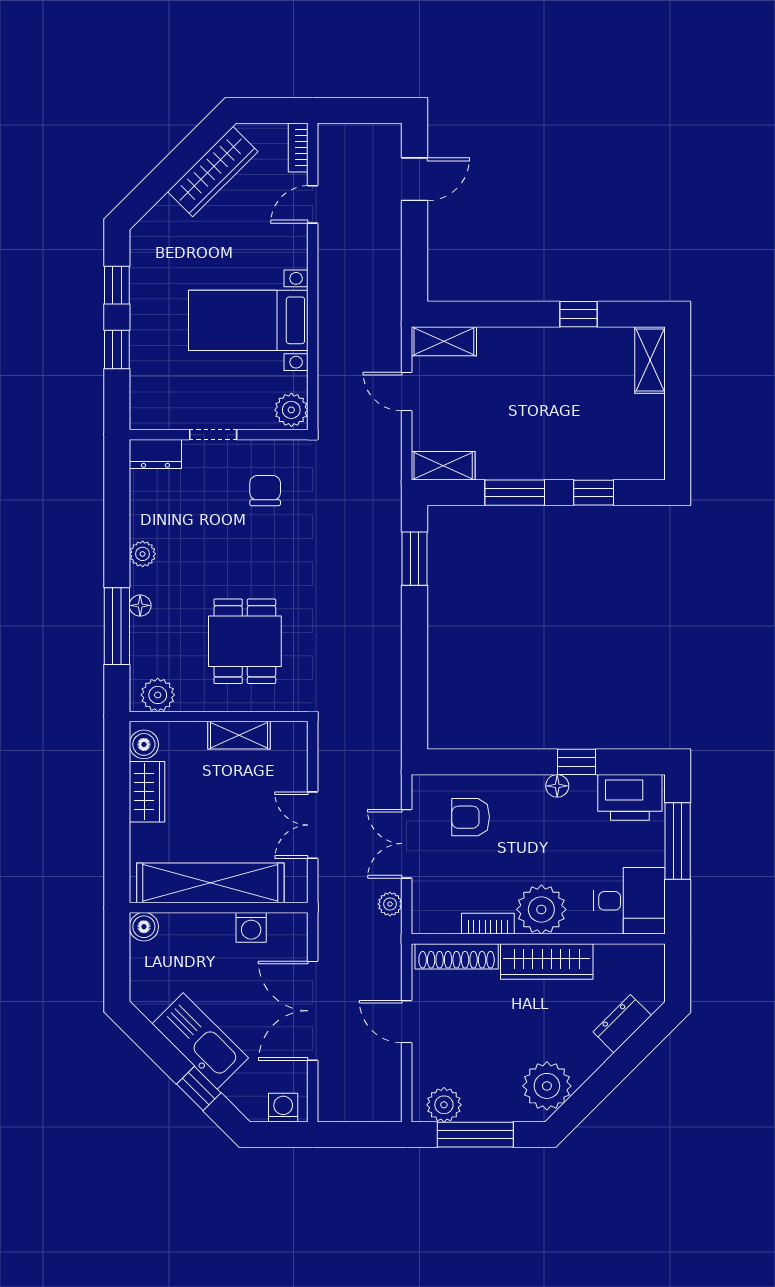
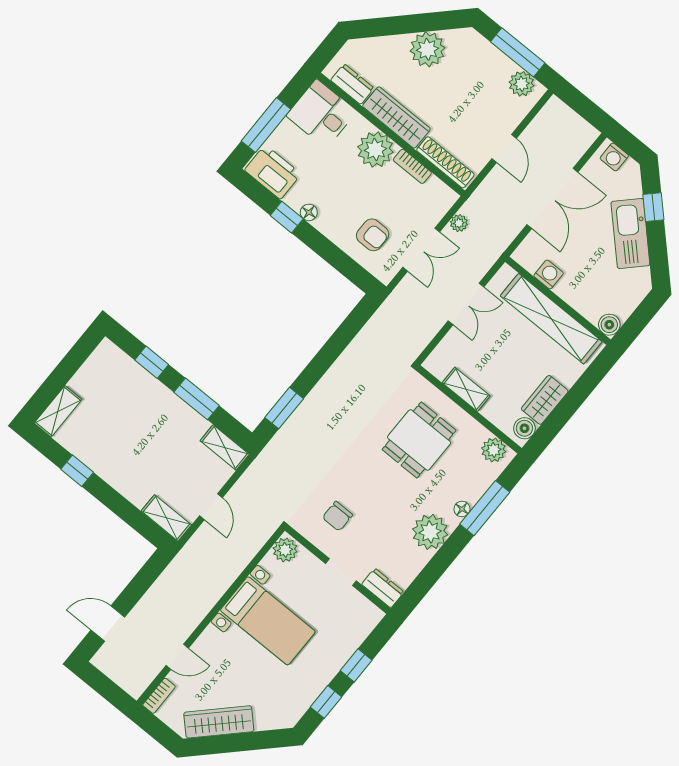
plant: (143, 554) -> (430, 532), width x1.88, depth x1.88
dresser: (622, 1024) -> (352, 84), moved, turned -135
plant: (547, 1086) -> (428, 49), moved

